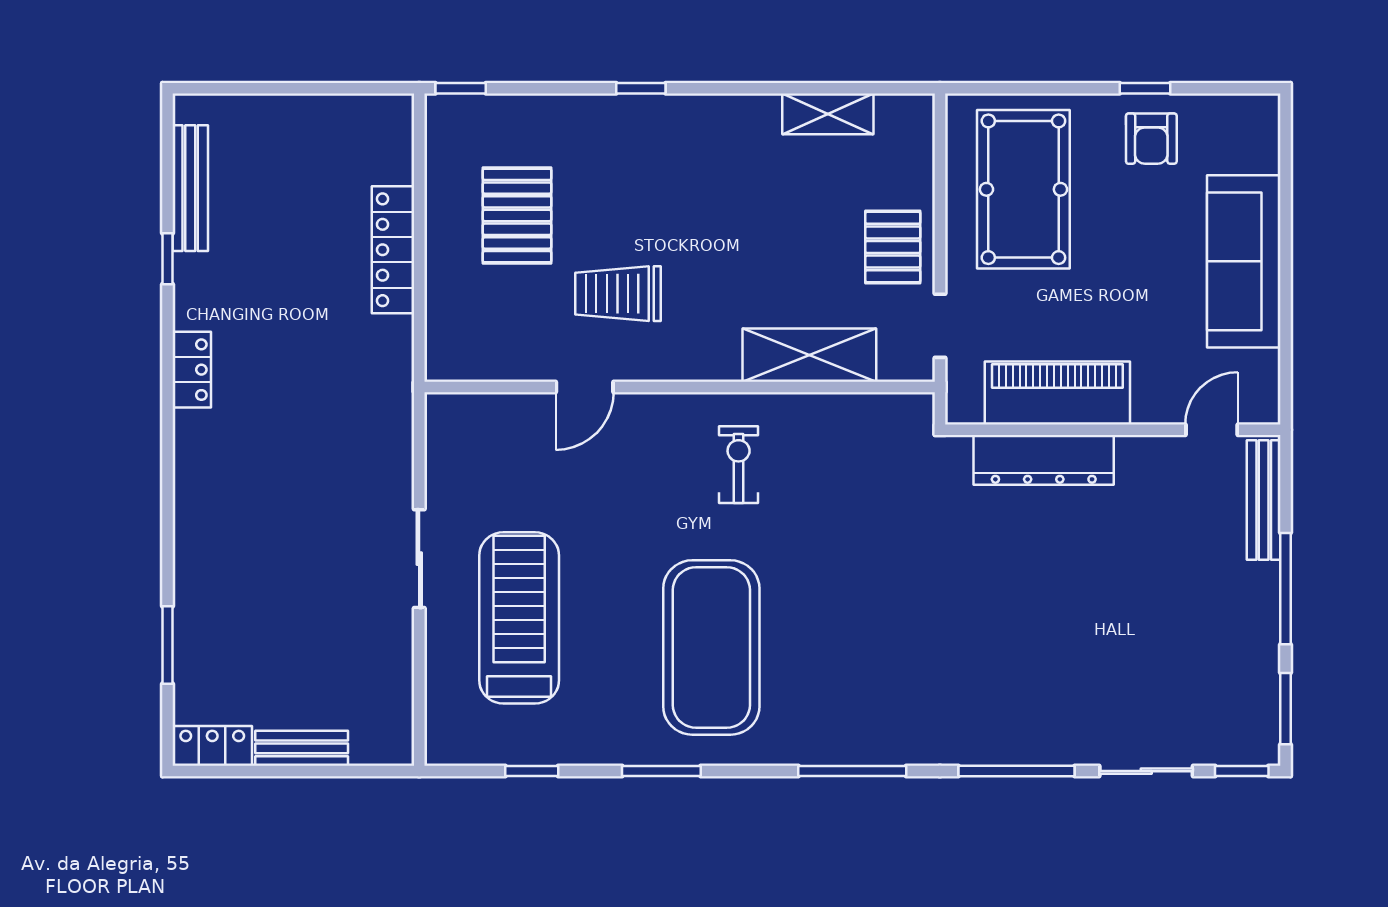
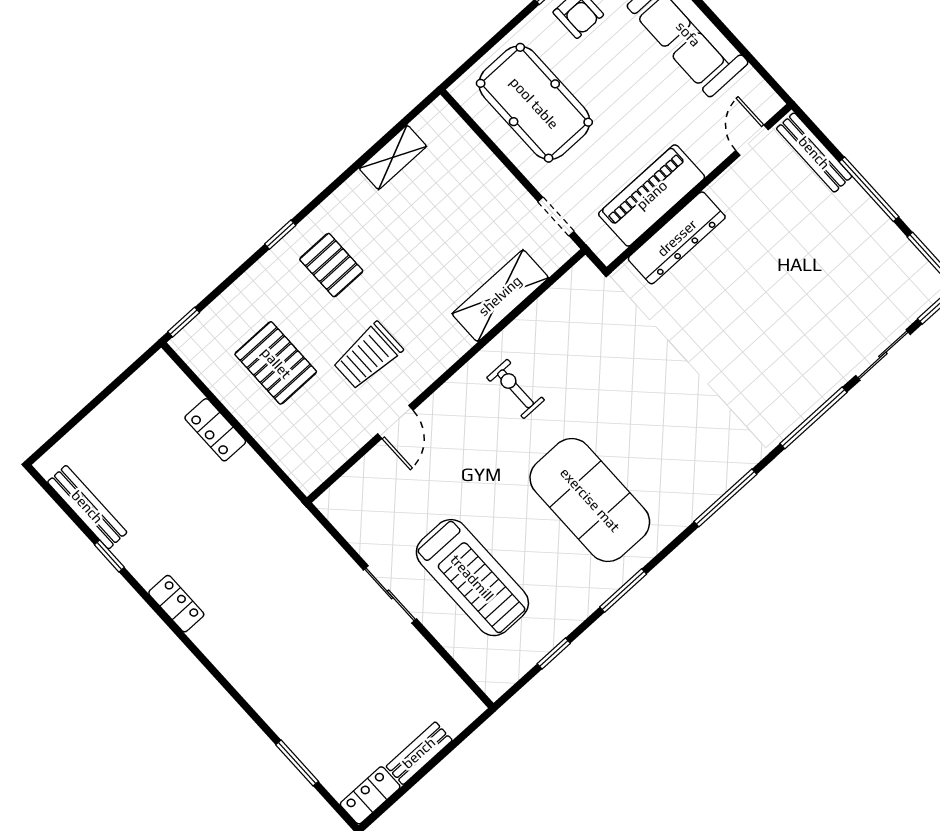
pallet: (893, 247) -> (331, 265), moved
locker: (393, 250) -> (215, 430), width x0.66
treadmill: (519, 618) -> (472, 578), turned 180

